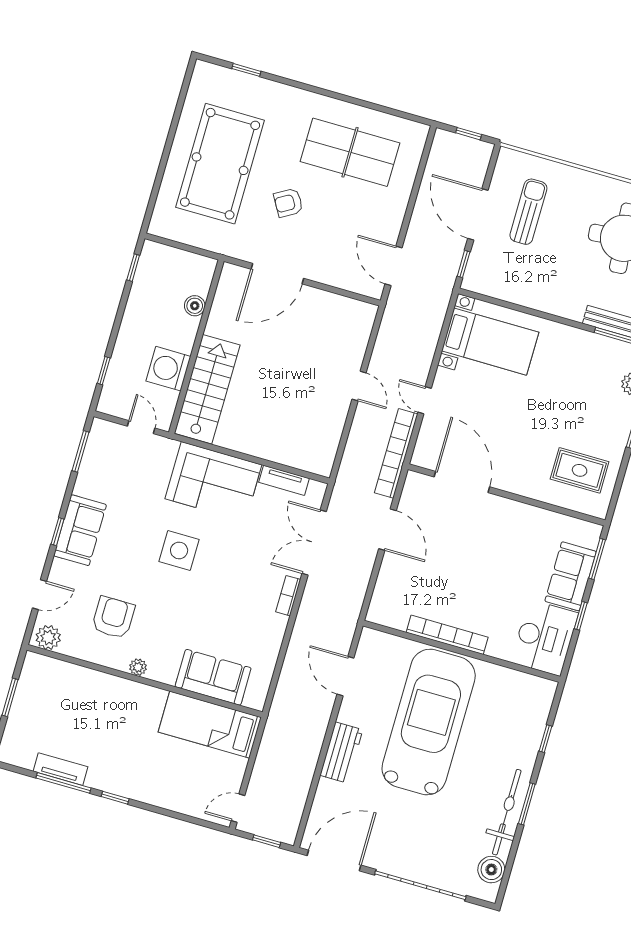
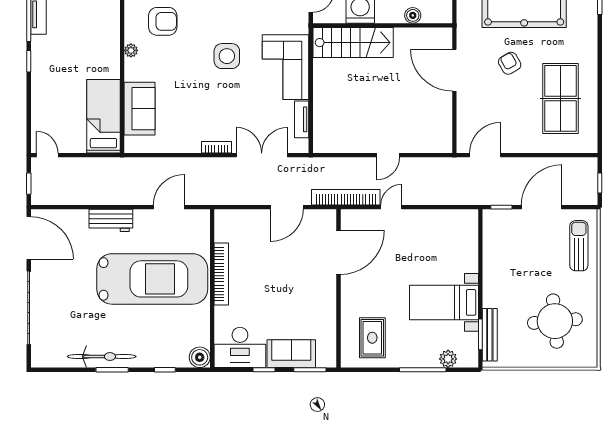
sun lounger: (528, 212) -> (579, 246), moved, turned -90
bed with nightstands: (490, 342) -> (444, 302), moved, turned 90
boiler: (491, 870) -> (200, 357), moved

